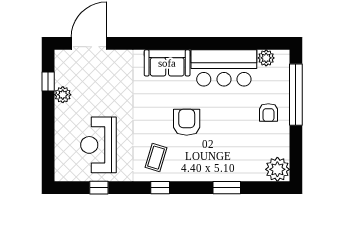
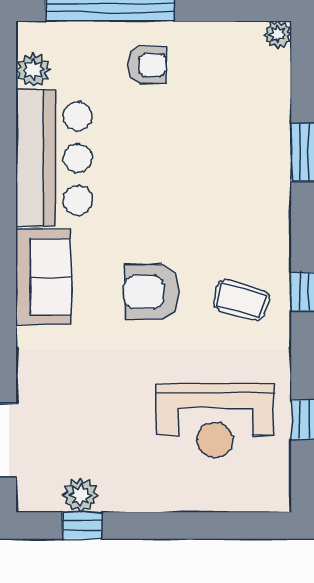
plant: (63, 95) -> (80, 495), moved
armchair: (187, 122) -> (152, 292), moved
plant: (277, 169) -> (278, 34), width x0.53, depth x0.53

